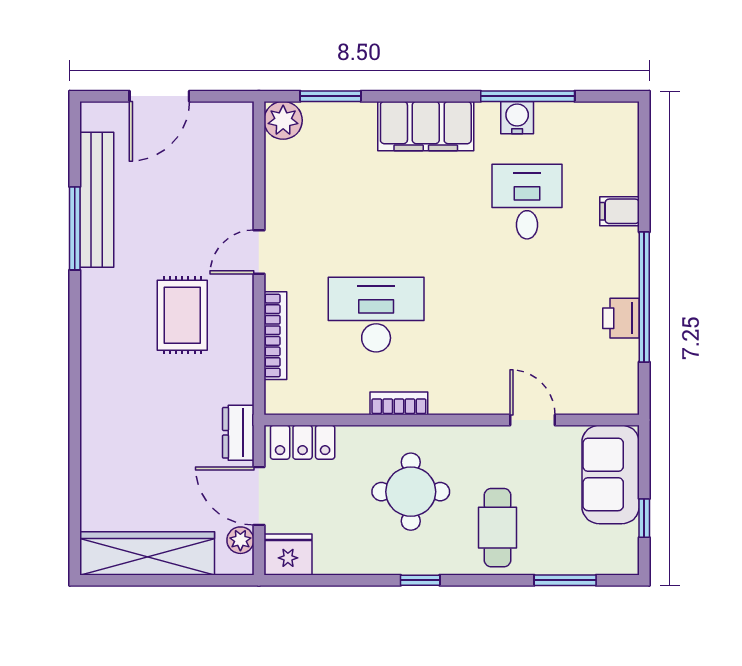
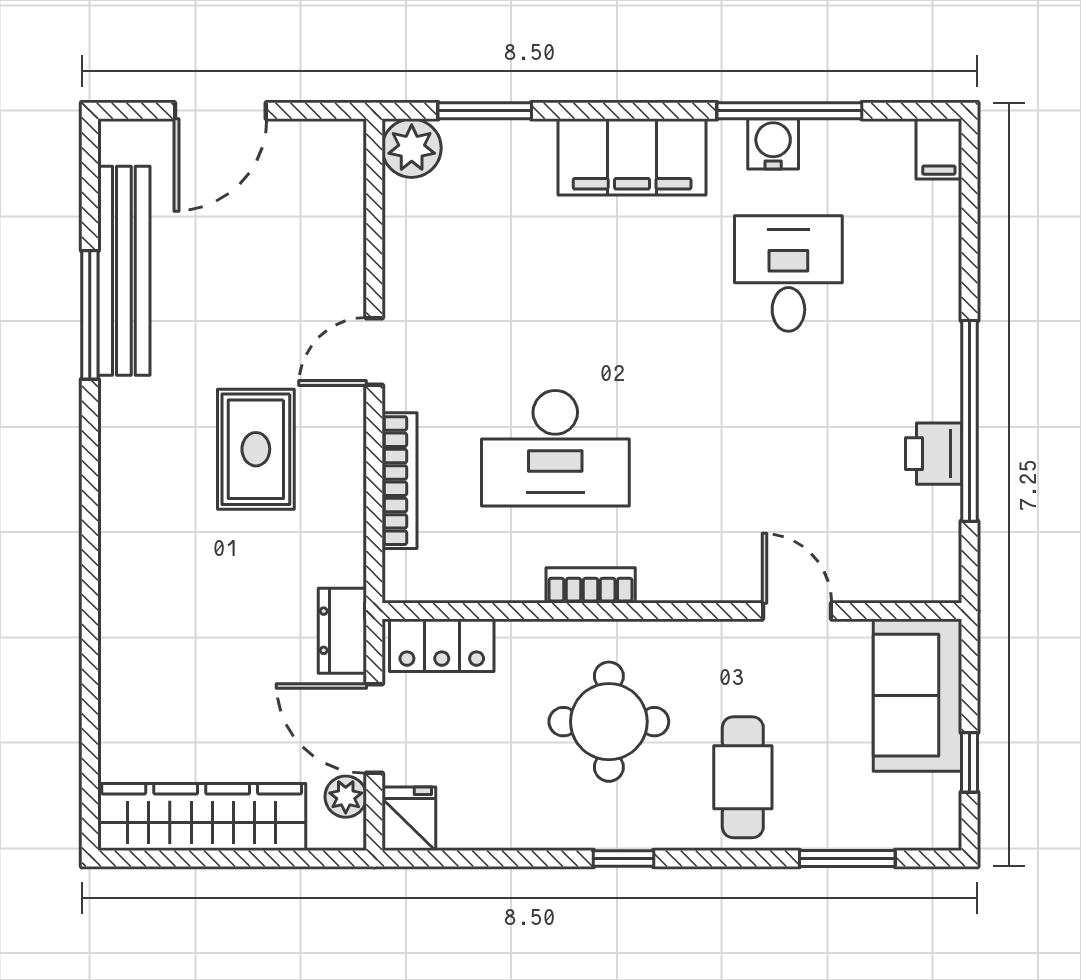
filing cabinet: (619, 211) -> (939, 149), moved, turned -90
desk: (376, 315) -> (555, 448), turned 180
fridge: (288, 555) -> (409, 819), width x0.72

